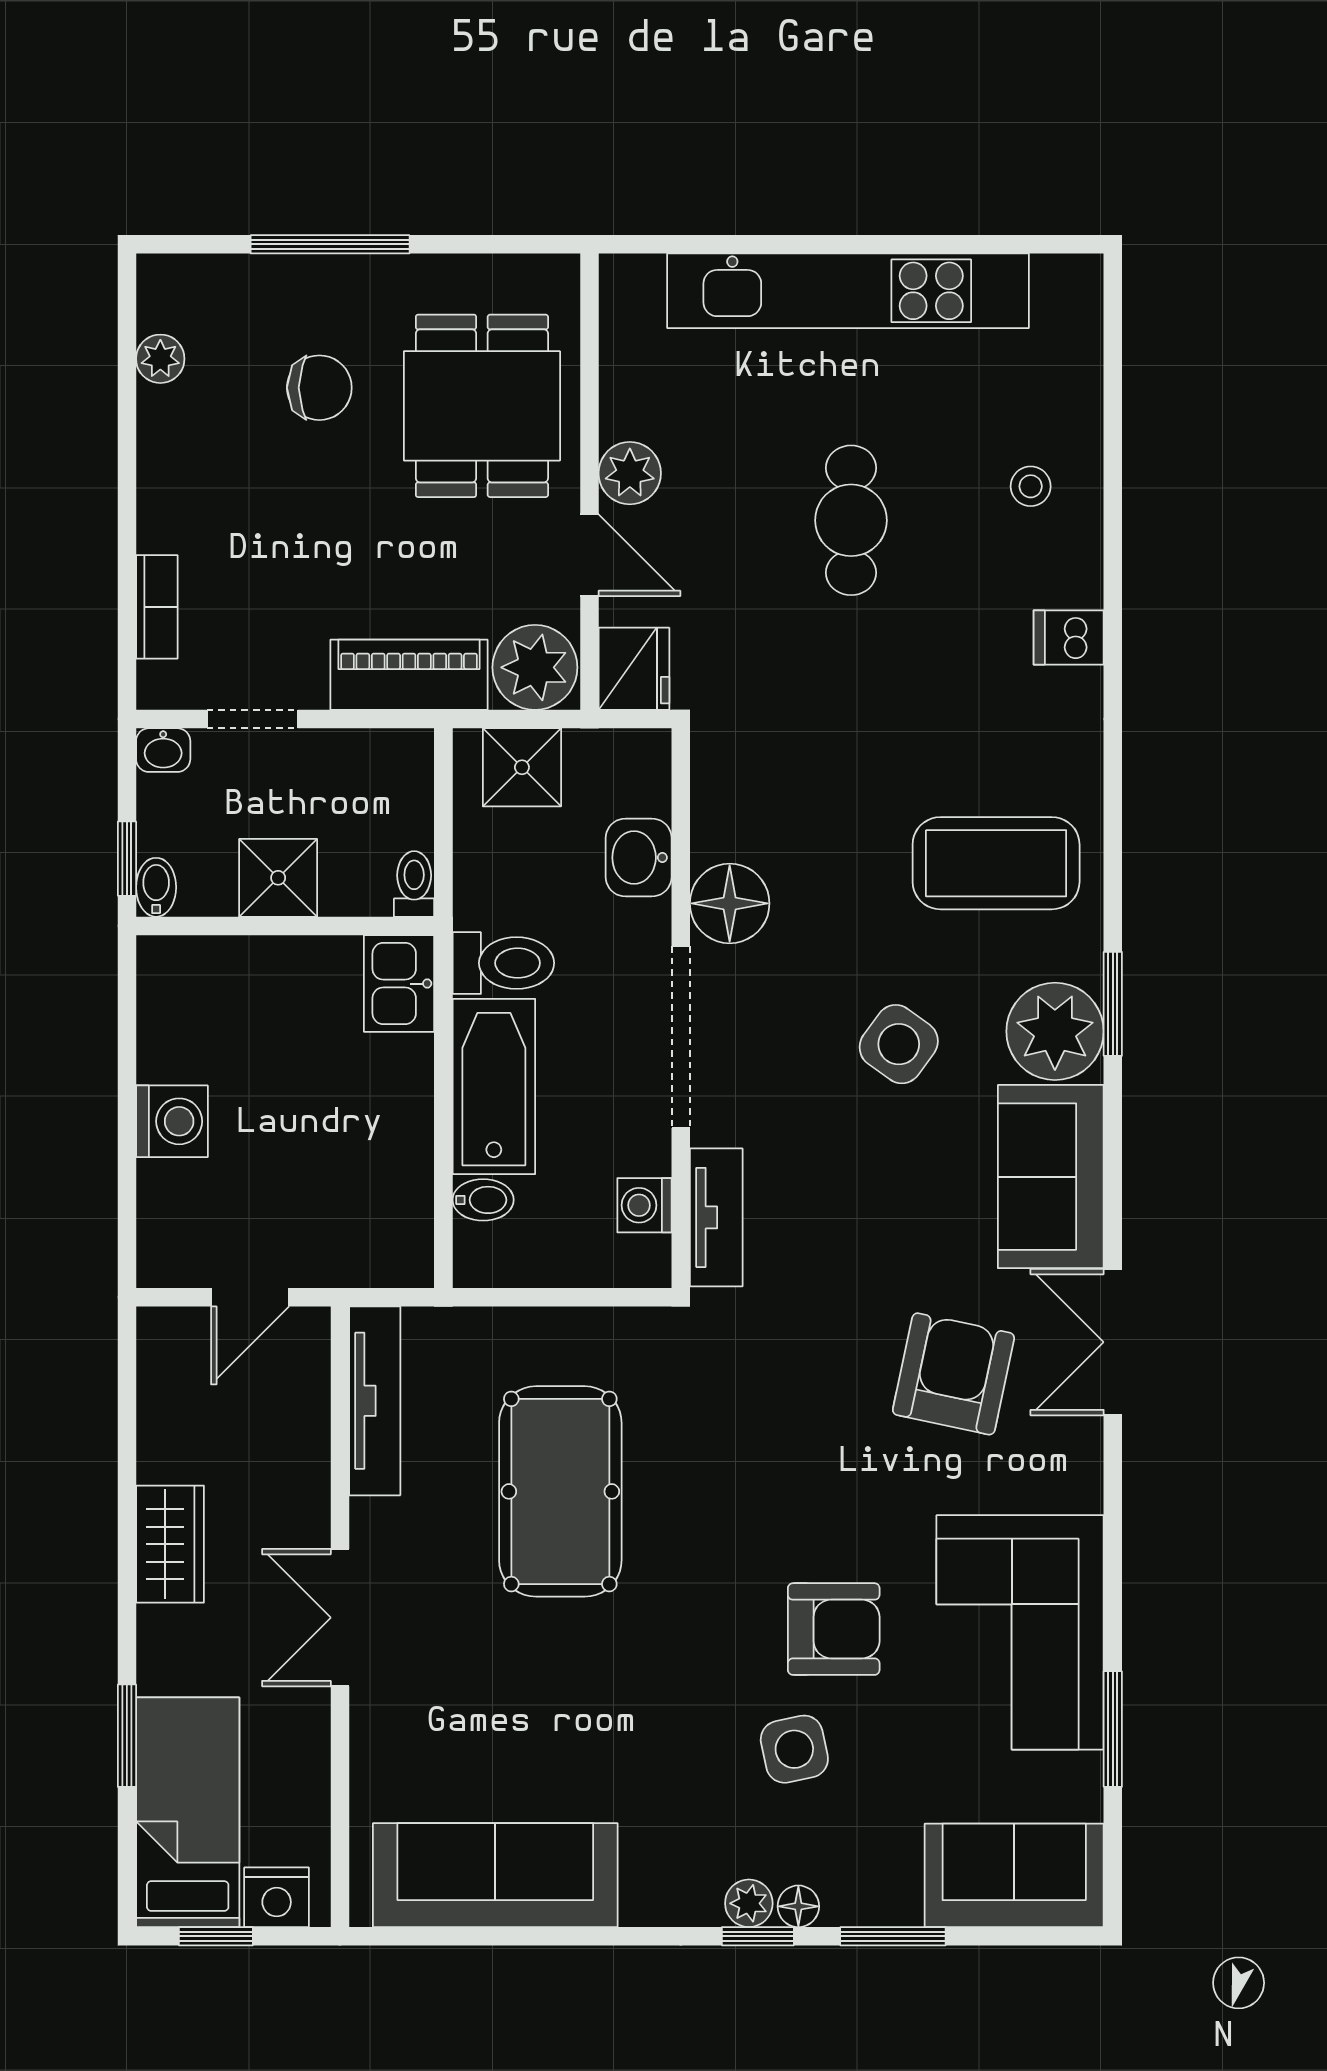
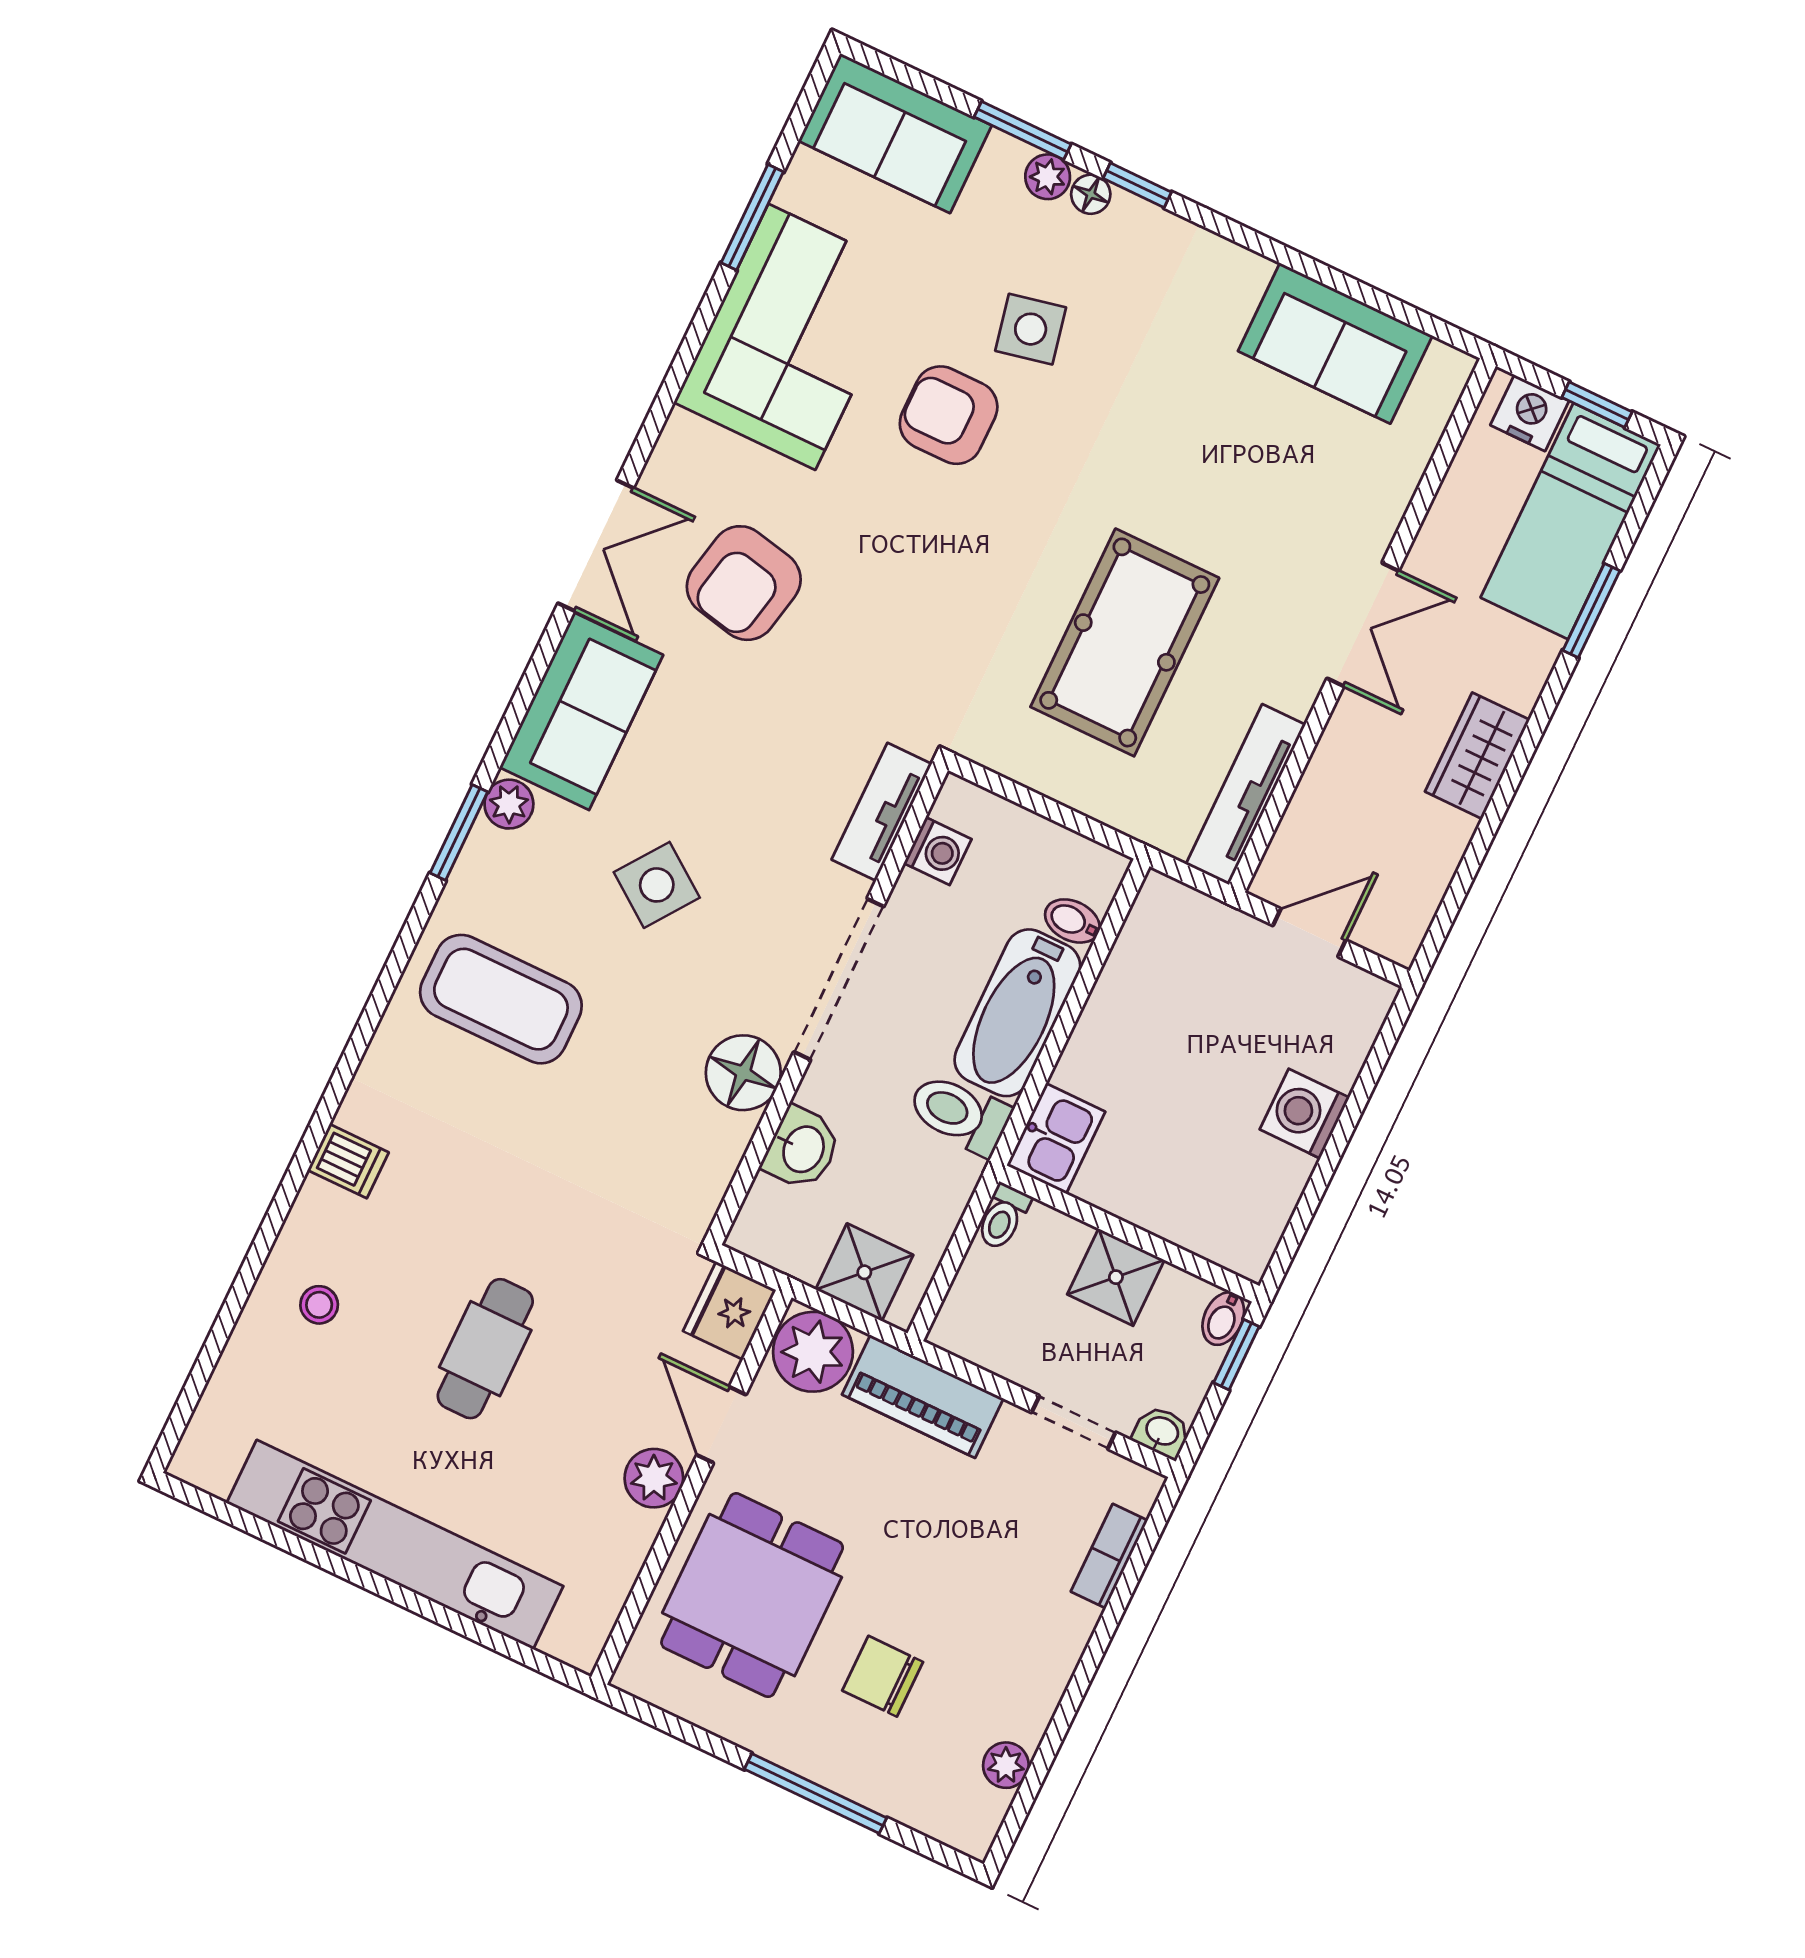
plant: (1055, 1031) -> (509, 804), width x0.53, depth x0.53
sofa: (495, 1875) -> (1335, 343), width x0.73
plant: (749, 1903) -> (1048, 177), moved

